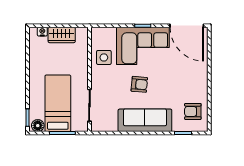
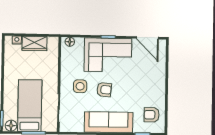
door: (187, 26) -> (147, 38), width x0.73
floor lamp: (100, 32) -> (70, 42), added
side table: (104, 57) -> (80, 86), moved

